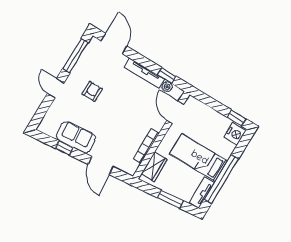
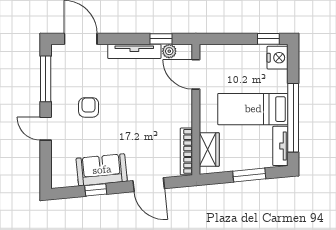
bookcase: (146, 146) -> (186, 151), moved

